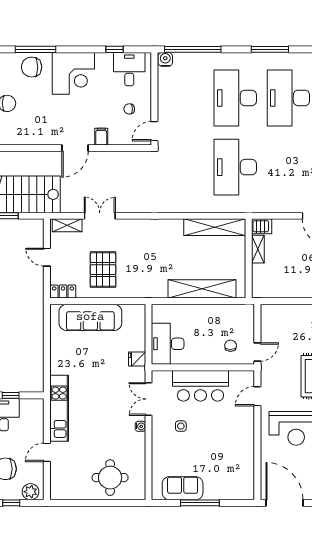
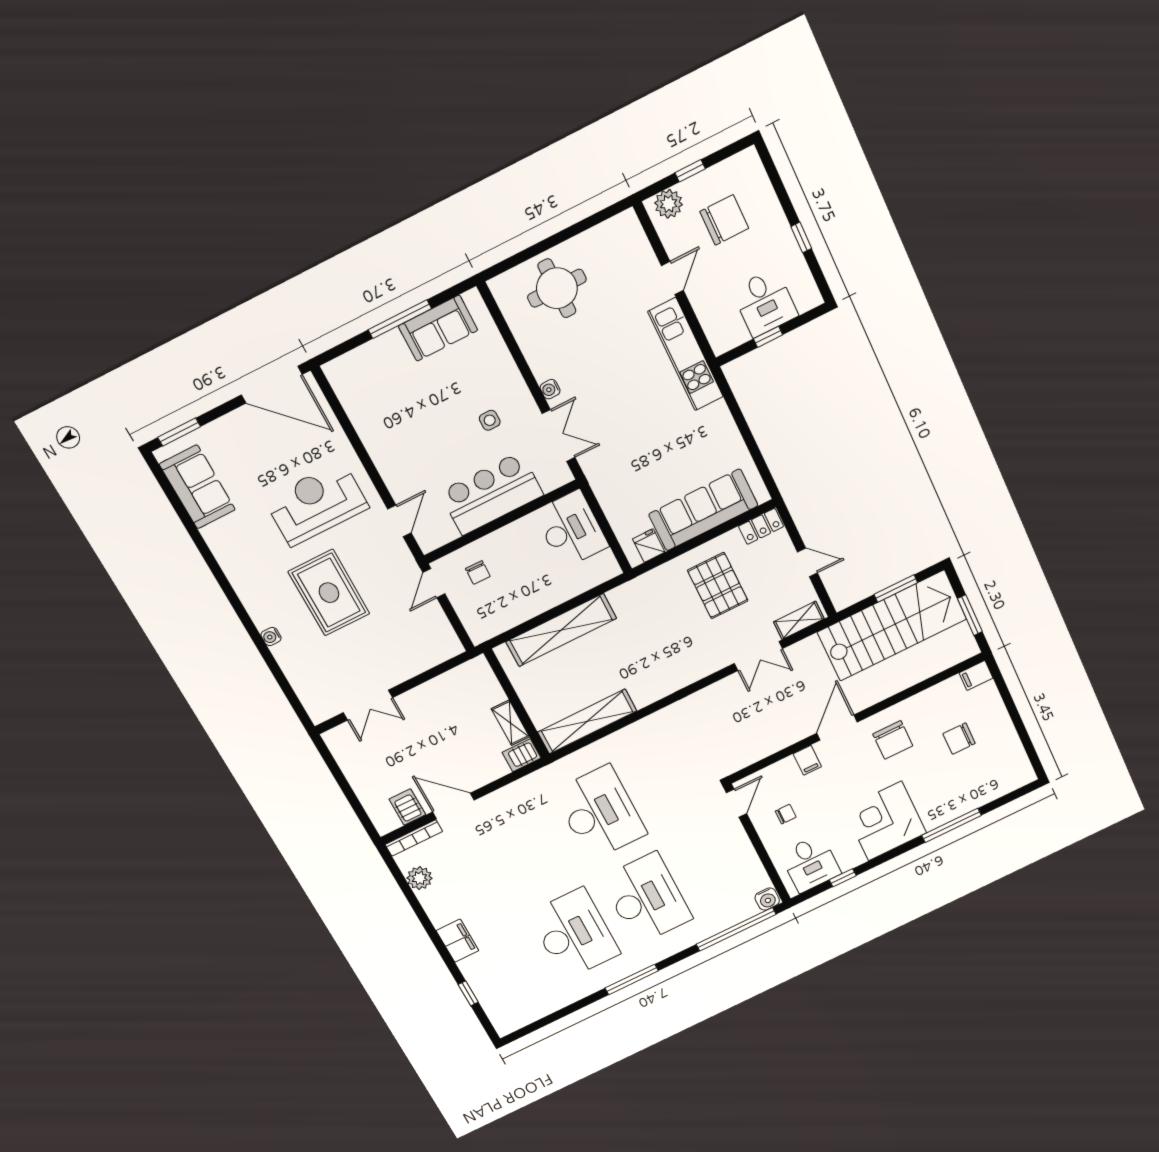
chair: (32, 67) -> (893, 740), moved, turned 90
fridge: (137, 359) -> (649, 546), moved, turned -90

